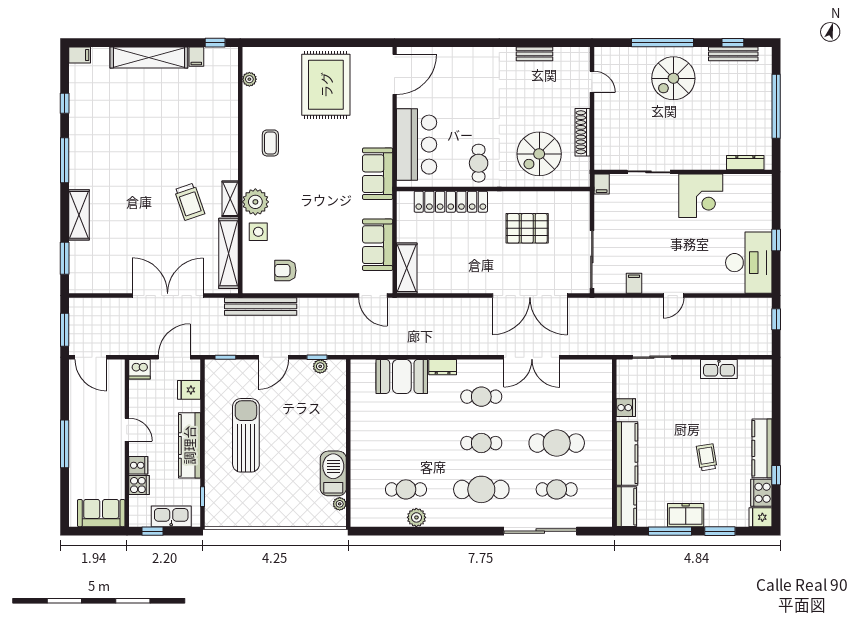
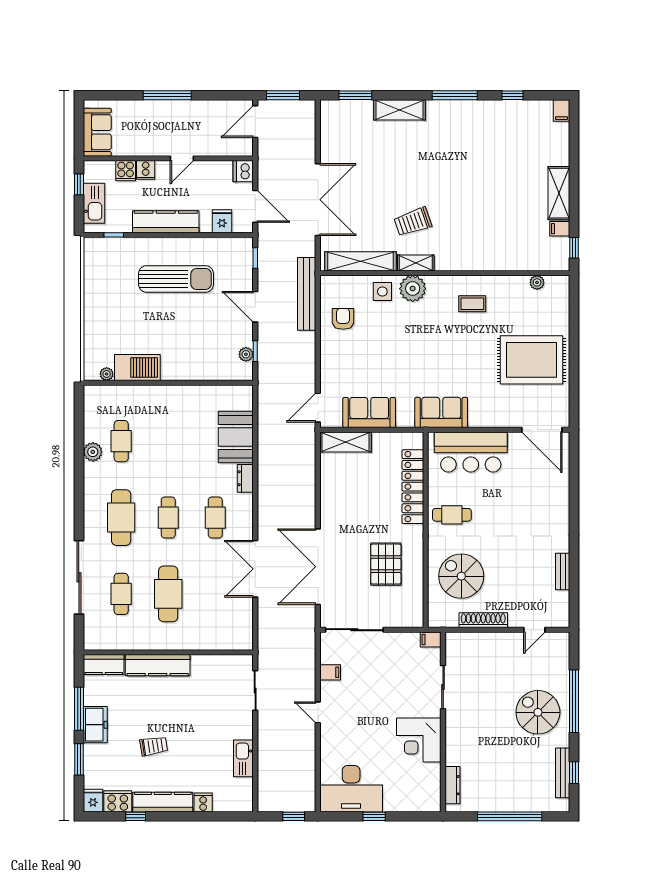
shelving: (149, 58) -> (559, 193), width x0.68
cooker: (626, 408) -> (203, 802), moved, turned 180

